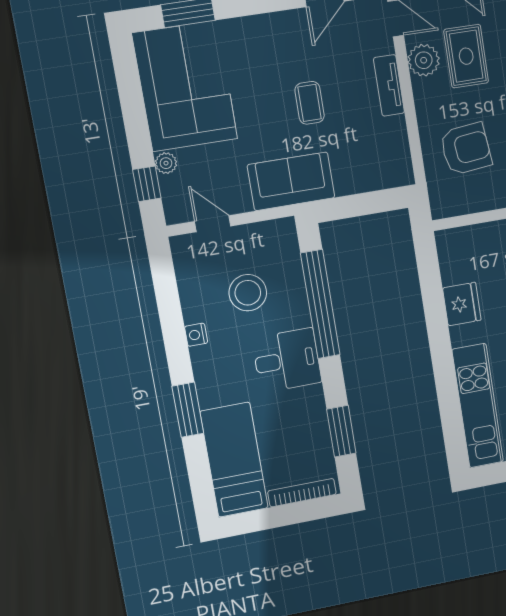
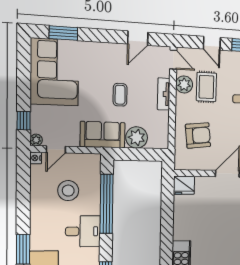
plant: (166, 163) -> (36, 140), moved
plant: (353, 174) -> (137, 137), added
door: (213, 224) -> (56, 149), swing flipped
fridge: (462, 304) -> (184, 185), moved, turned 90
nightstand: (196, 335) -> (36, 158), moved

